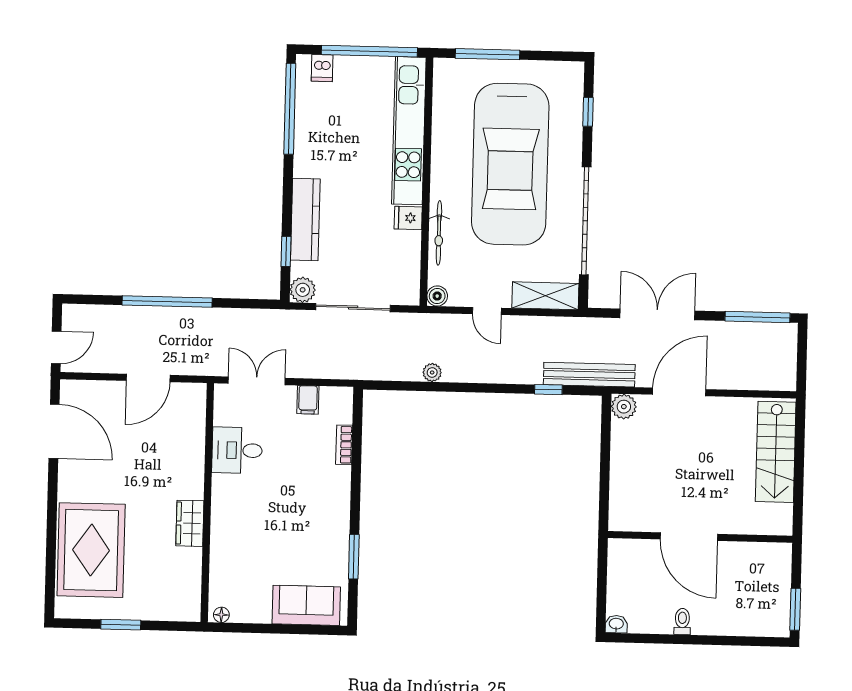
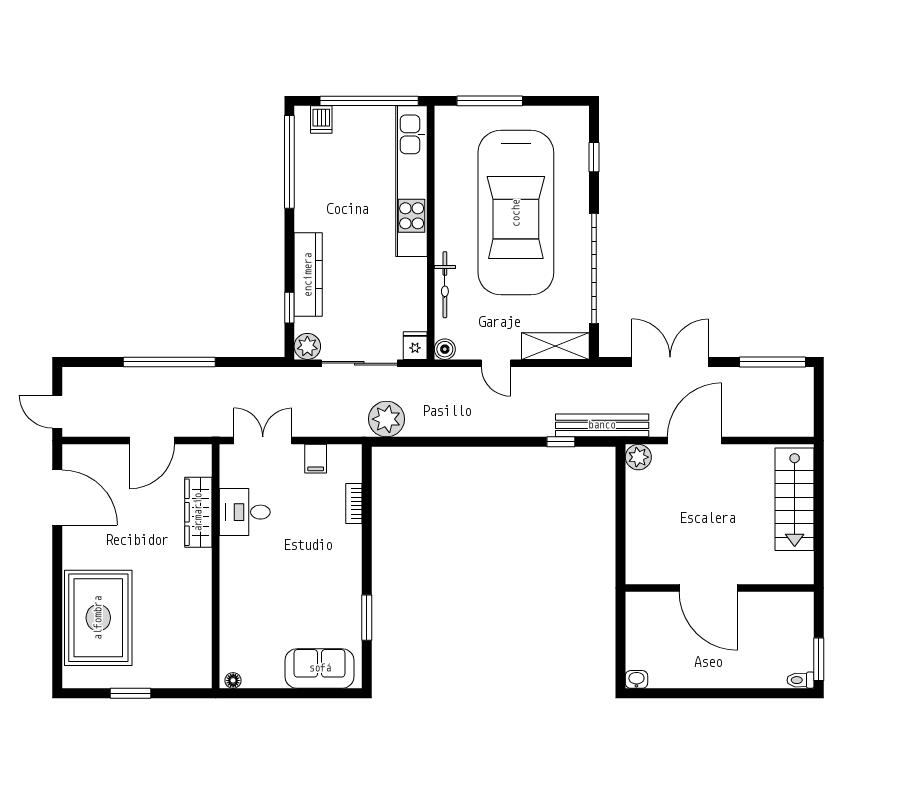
fridge: (408, 218) -> (415, 346), moved, turned 90
door: (56, 347) -> (57, 412), swing flipped
plant: (432, 372) -> (387, 419), moved, width x1.87, depth x1.87
wardrobe: (190, 523) -> (198, 512), moved, width x1.50
toilet: (682, 621) -> (801, 680), moved, turned -90

